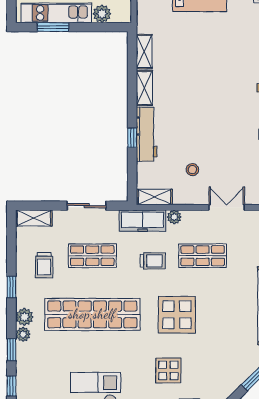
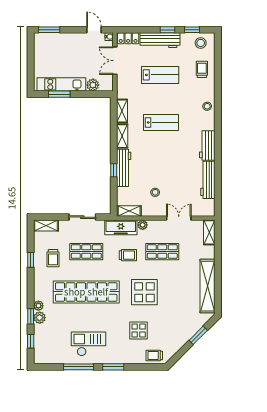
lab bench: (201, 68) -> (161, 122), added
window: (11, 287) -> (31, 260), moved
plant: (25, 317) -> (40, 318), moved

